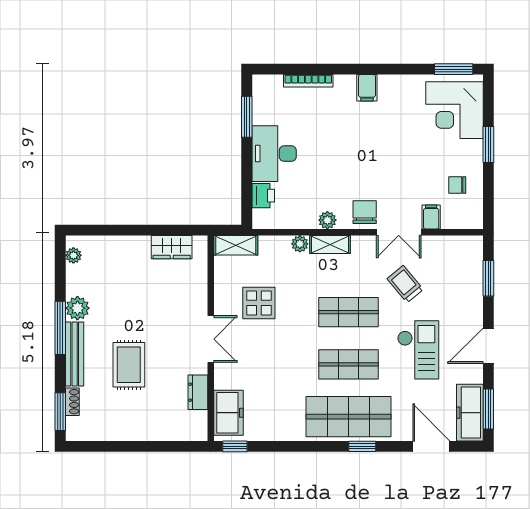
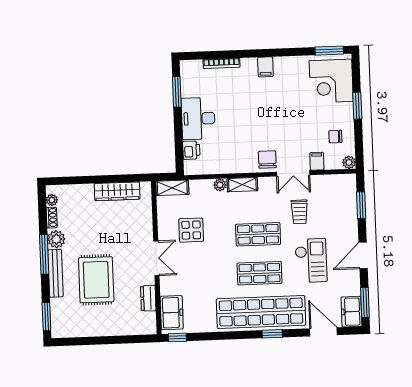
plant: (327, 220) -> (349, 162), moved
wardrobe: (172, 247) -> (117, 191), width x1.50
trolley: (405, 284) -> (299, 212), turned -140
rug: (129, 365) -> (96, 280), width x1.36, depth x1.43
shoe rack: (72, 402) -> (52, 218), moved
freezer: (470, 413) -> (351, 312), width x0.71
shop shelf: (348, 417) -> (261, 312), width x1.40

